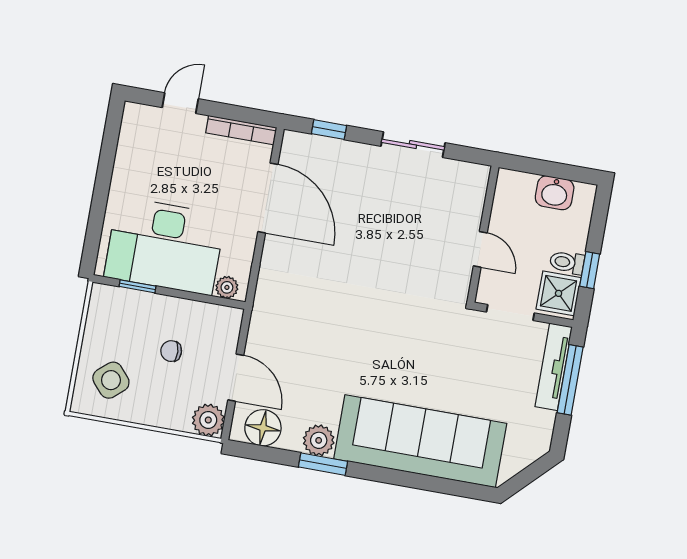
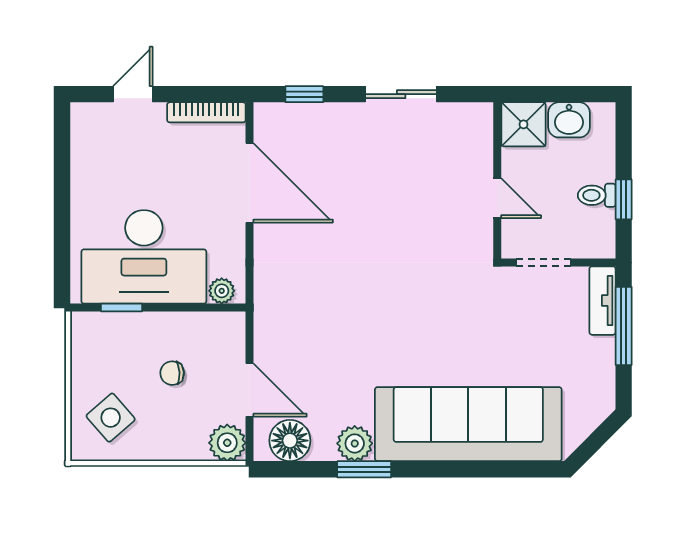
shower: (559, 293) -> (524, 124), moved
tv unit: (554, 367) -> (602, 301), width x0.71

